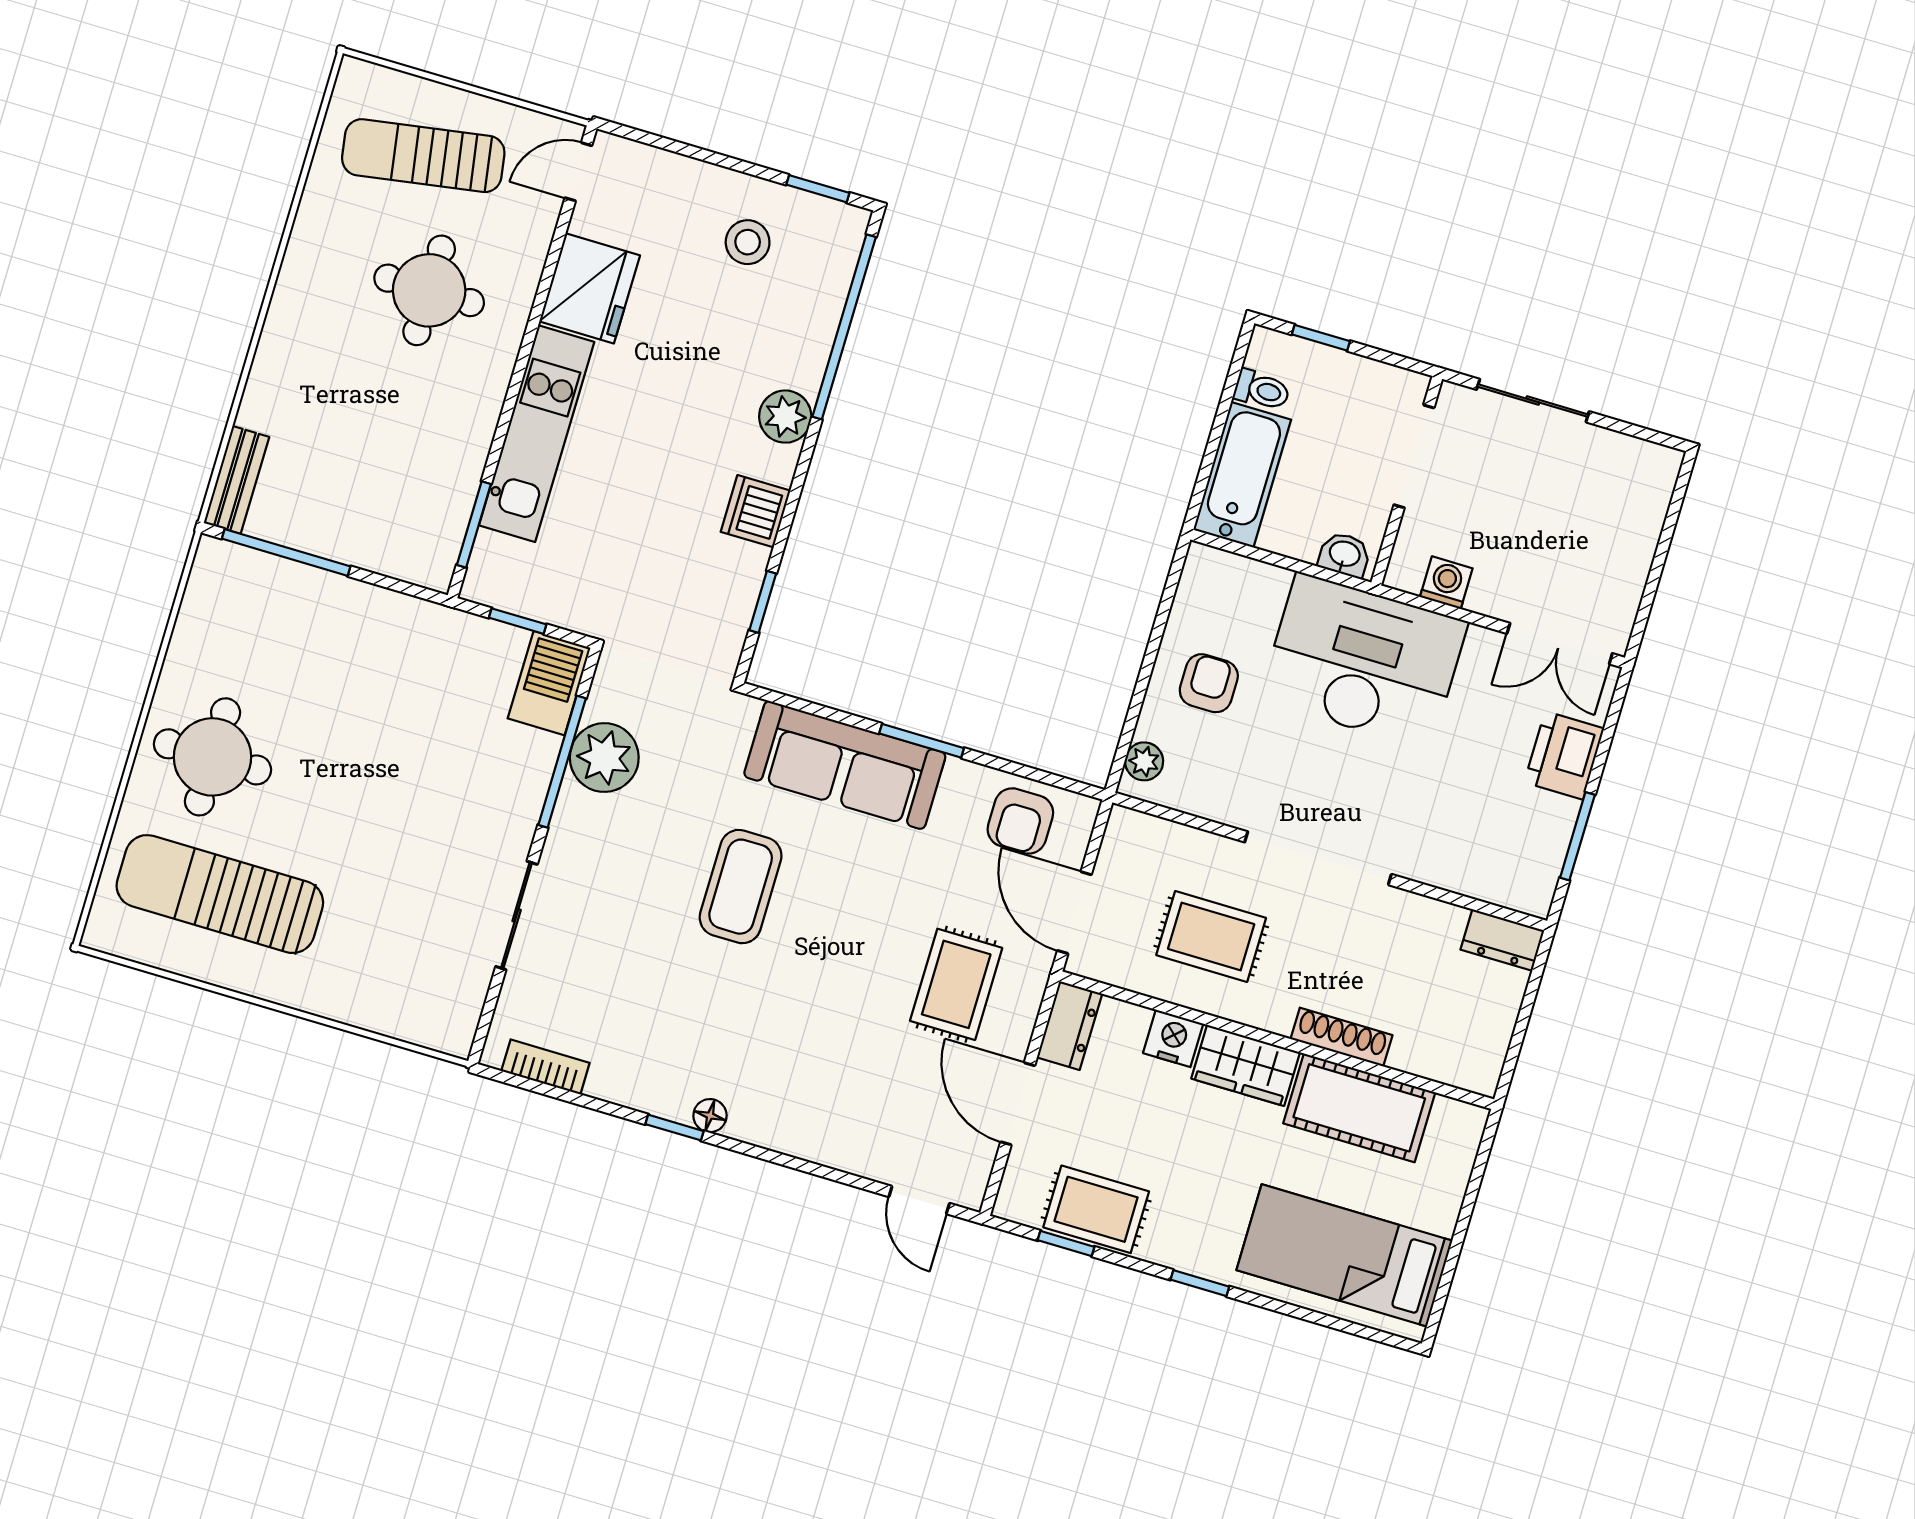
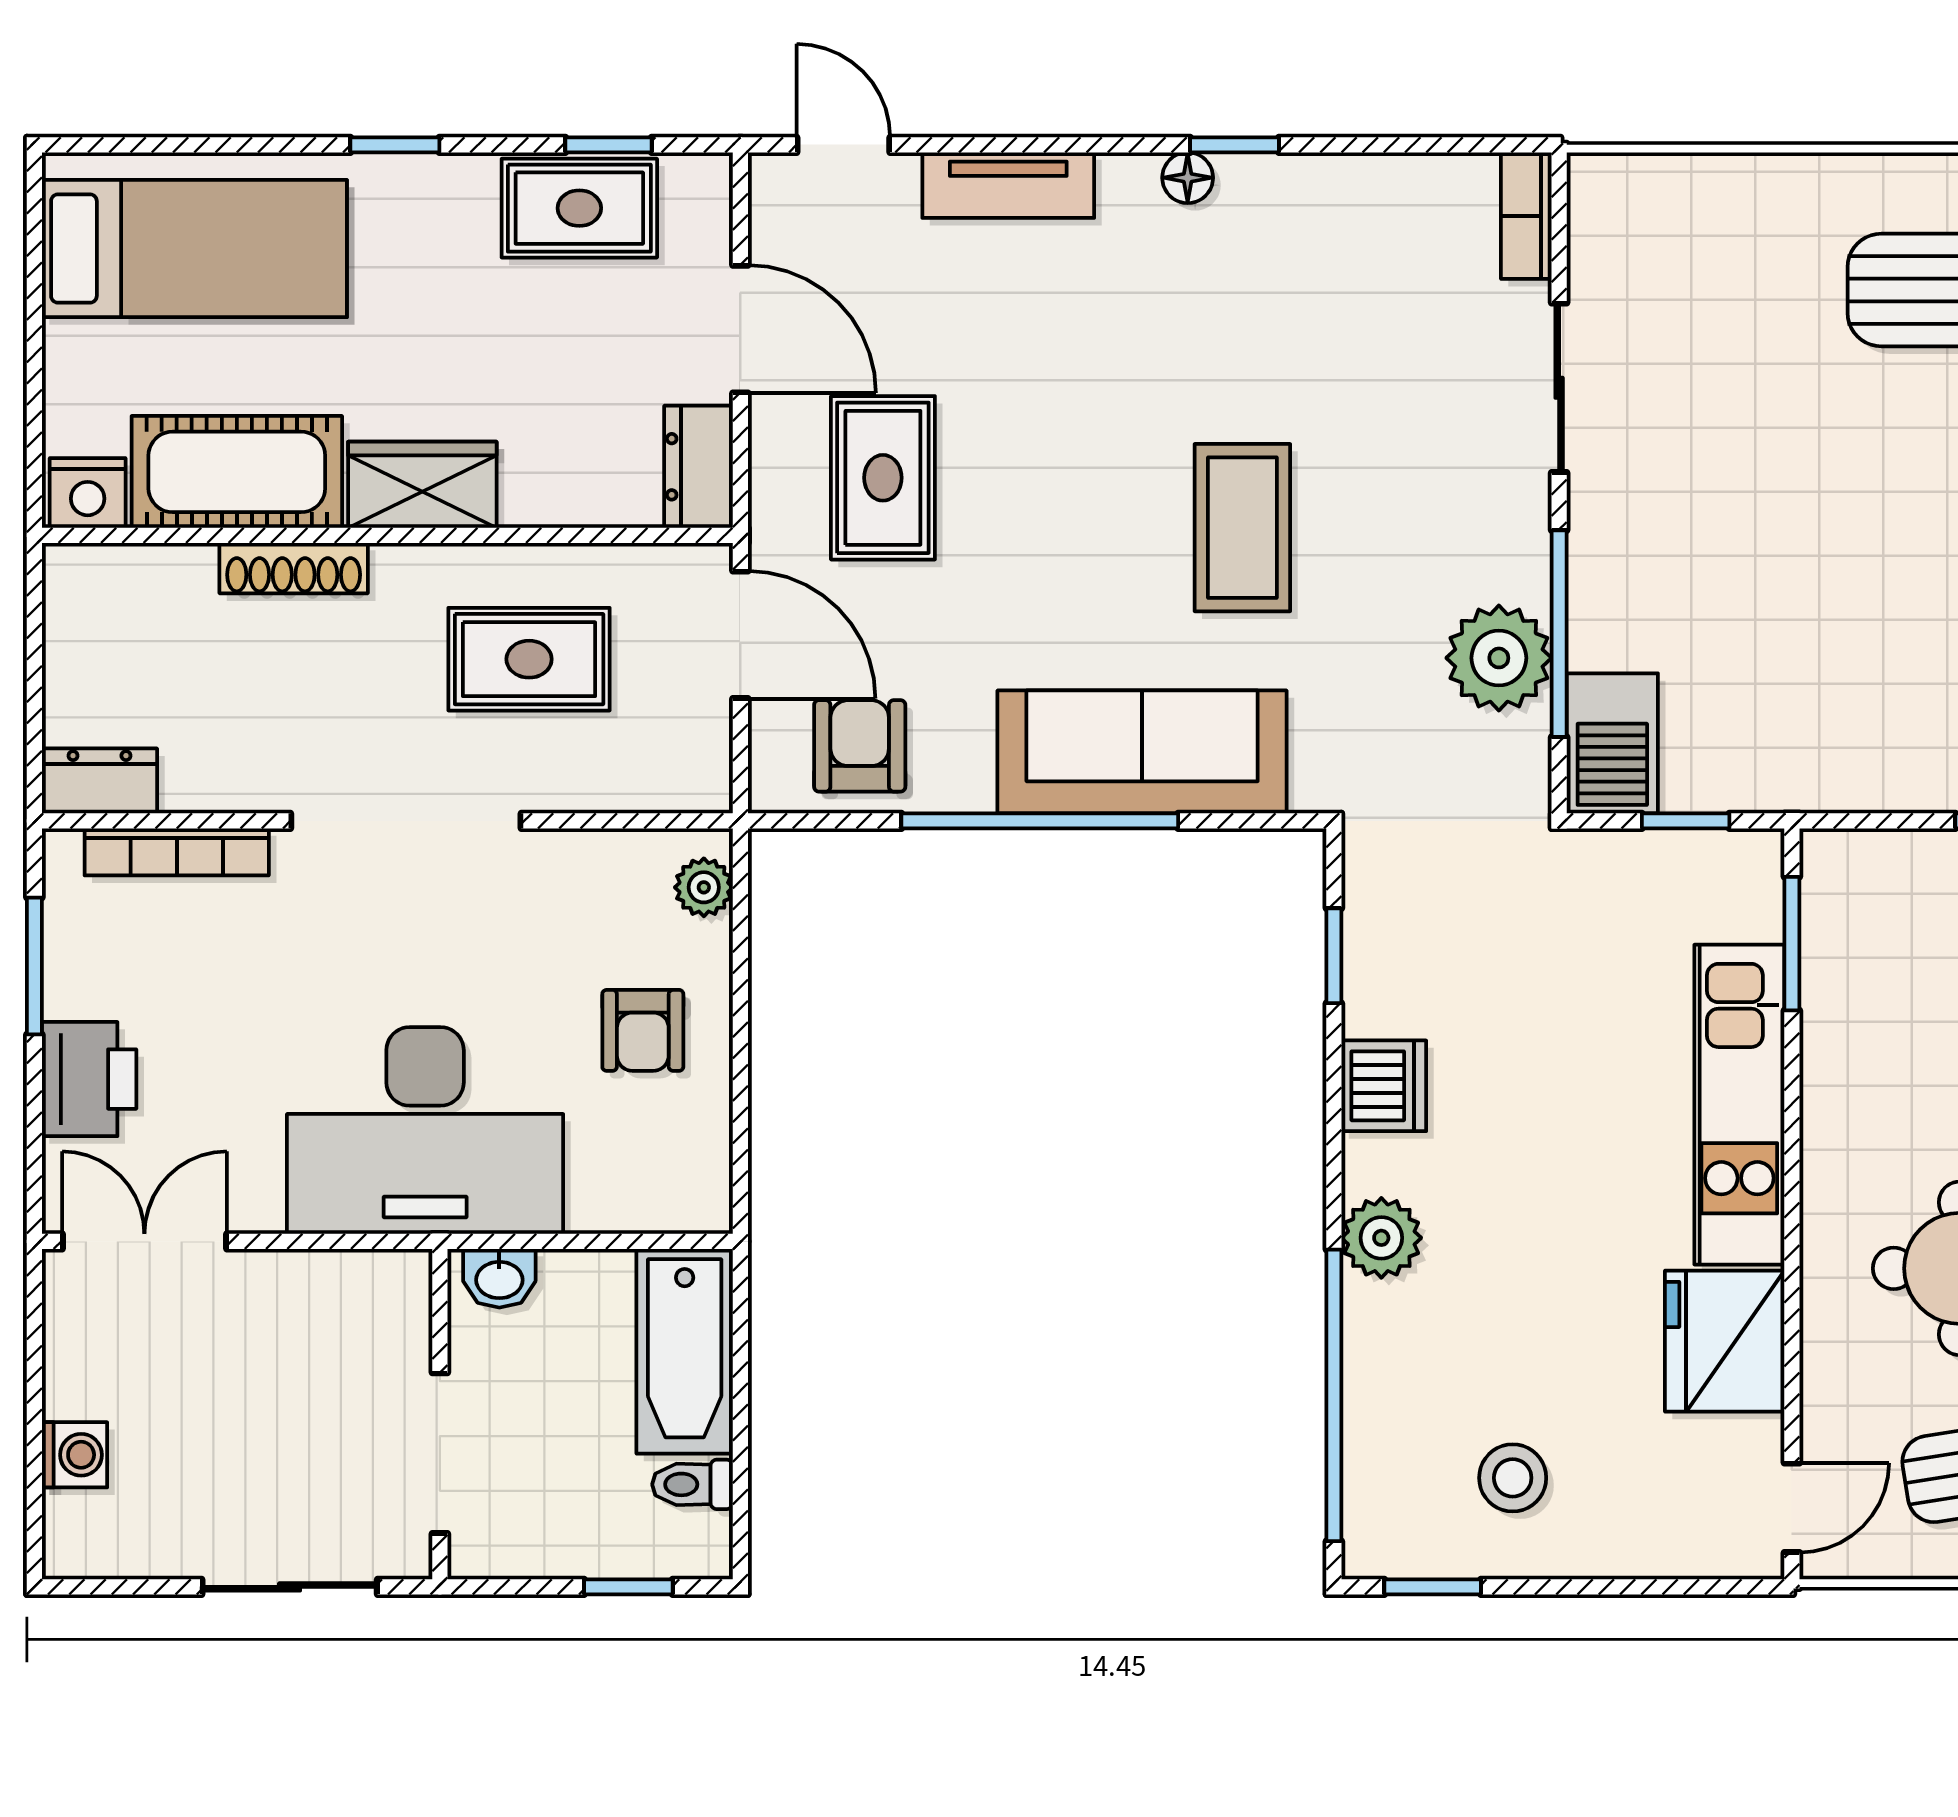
washing machine: (1446, 583) -> (75, 1455), moved, turned -90
window: (922, 741) -> (1040, 821), width x2.11
bookcase: (1467, 881) -> (177, 852), added
nightstand: (1173, 1038) -> (88, 493), moved
bookcase: (545, 1067) -> (1526, 216), moved, turned 90
tv unit: (824, 1144) -> (1008, 185), added

